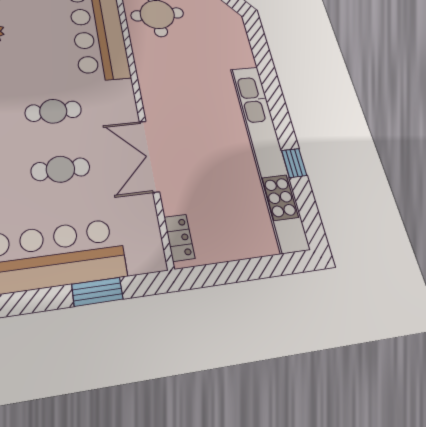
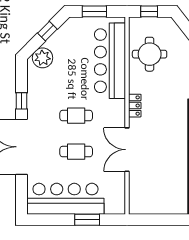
locker: (179, 238) -> (135, 106), moved

